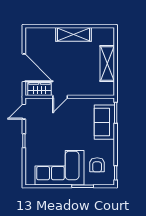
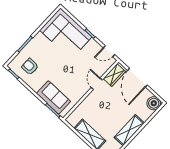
boiler: (33, 35) -> (154, 103), added
door: (24, 68) -> (137, 78), hinge flipped
door: (24, 112) -> (109, 51), swing flipped
corner sofa: (59, 168) -> (66, 34), moved, turned 90

